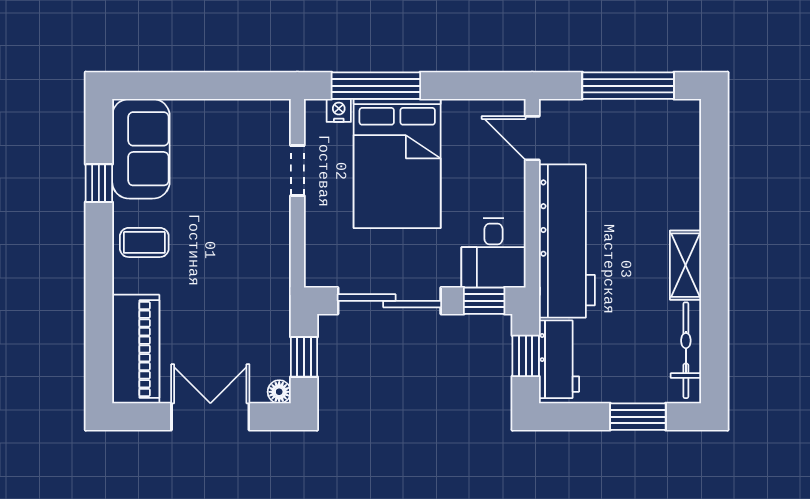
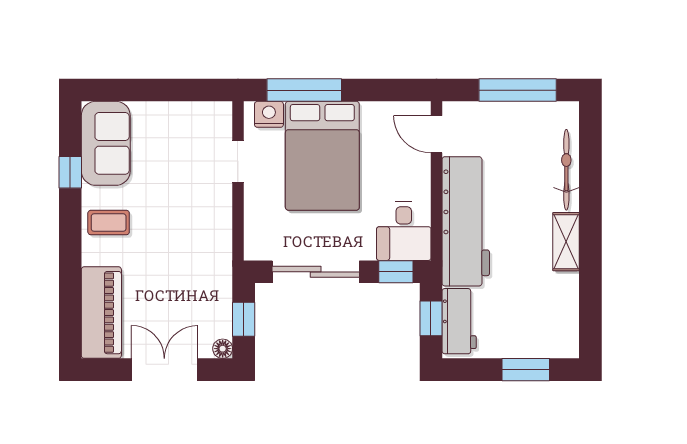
nightstand: (339, 110) -> (269, 114), width x1.39, depth x1.35
bicycle: (686, 350) -> (566, 170), moved

